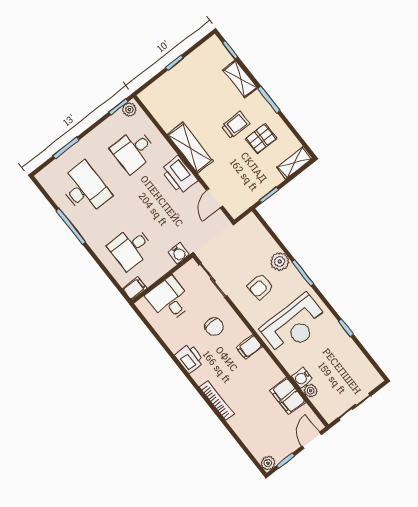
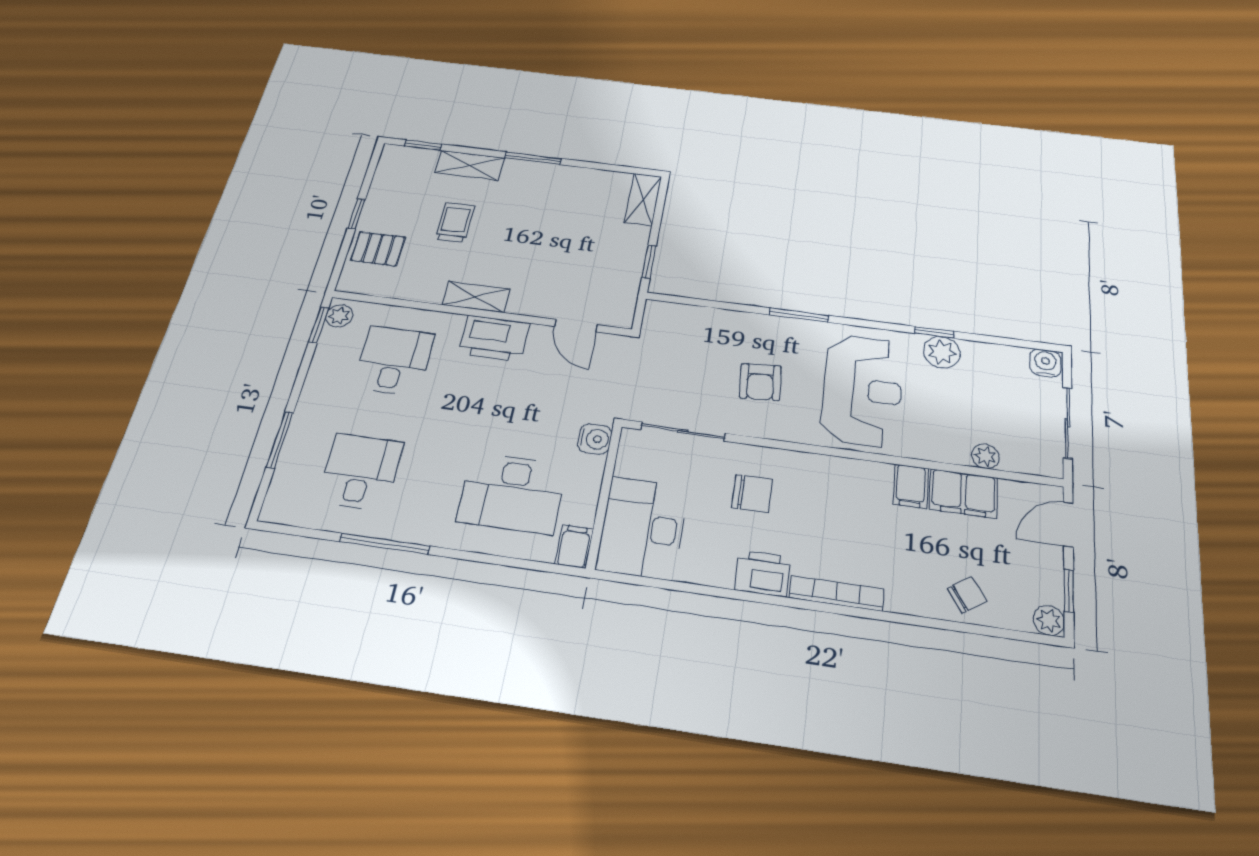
trolley: (235, 125) -> (455, 222), moved
pallet: (261, 138) -> (378, 249), moved, turned 90
shelving: (190, 148) -> (476, 297), width x0.67, depth x0.75
desk: (134, 150) -> (394, 361), turned 180
desk: (85, 189) -> (361, 472), width x0.73
desk: (131, 248) -> (512, 493), width x1.37
plant: (280, 261) -> (942, 352), moved
desk: (169, 300) -> (642, 528), width x1.37
filing cabinet: (249, 347) -> (911, 486), moved
water cooler: (302, 378) -> (1045, 363), moved, turned 180
bookcase: (217, 401) -> (837, 593), moved
chair: (250, 430) -> (967, 595), added
door: (312, 440) -> (1068, 524), hinge flipped

